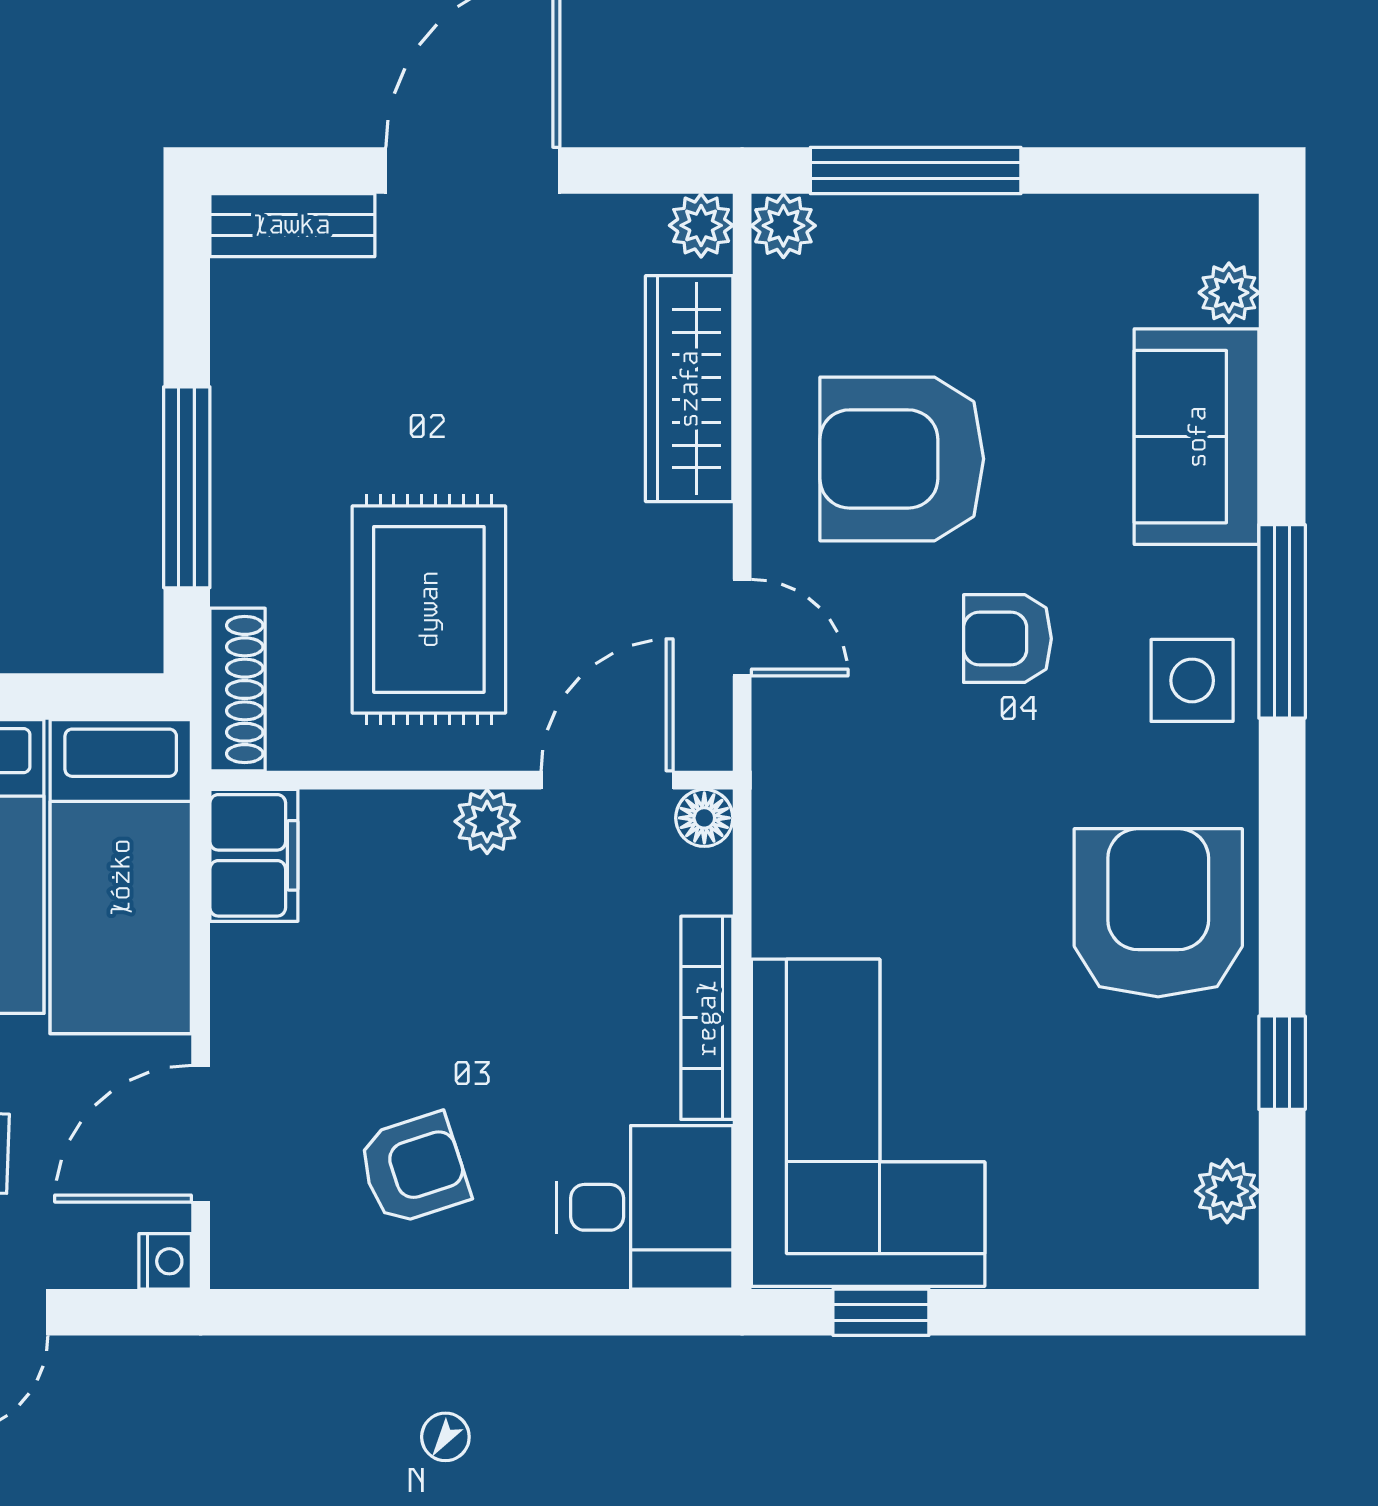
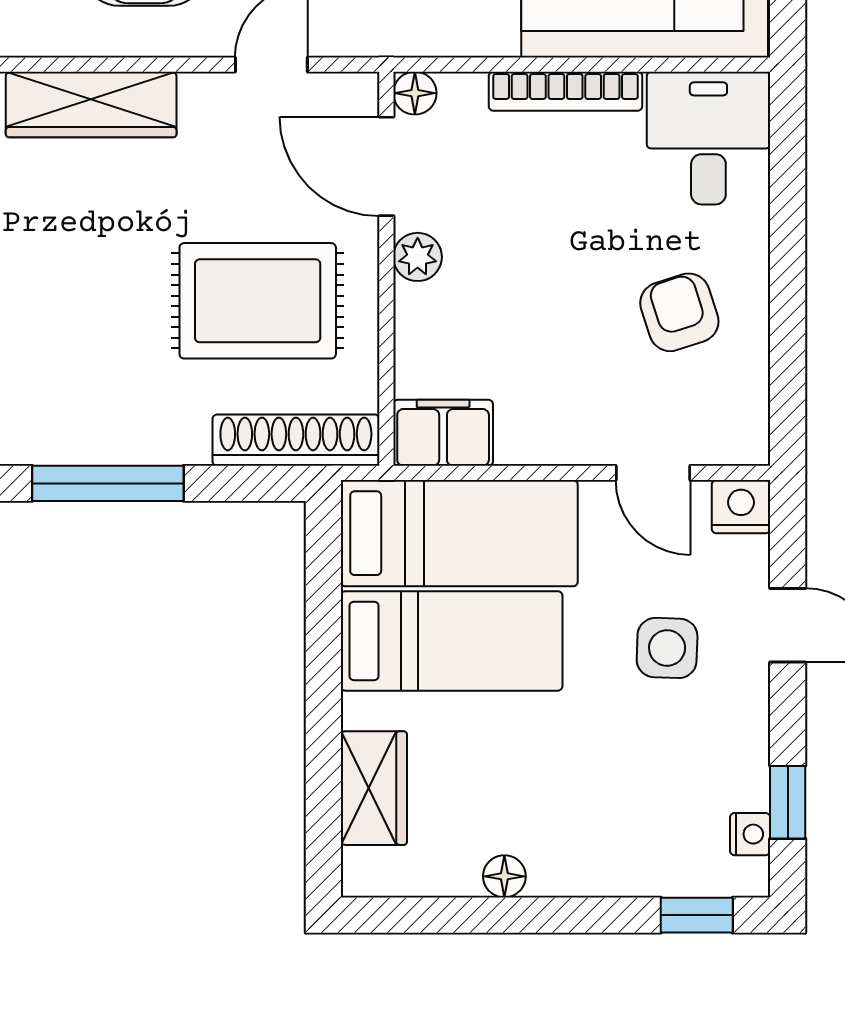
window: (187, 487) -> (108, 483), moved
shoe rack: (238, 690) -> (296, 440), width x1.36, depth x1.24
door: (201, 1134) -> (653, 473), width x0.73
nightstand: (165, 1261) -> (741, 507), width x1.39, depth x1.35

